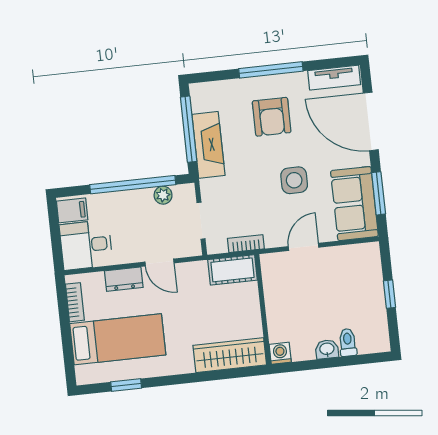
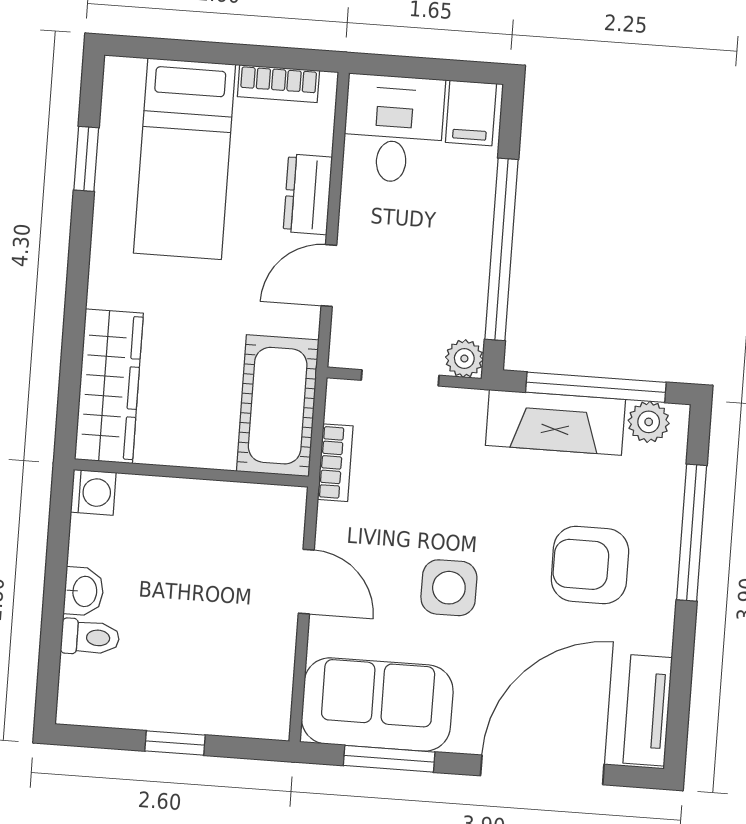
window: (271, 70) -> (692, 533), moved
plant: (200, 102) -> (649, 422), added
plant: (163, 195) -> (464, 358), moved
cot: (232, 270) -> (278, 406), width x1.37, depth x1.34

